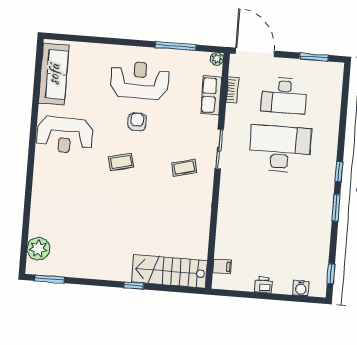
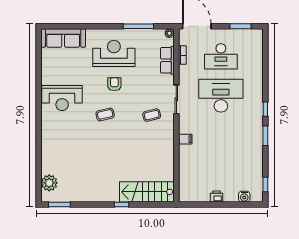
sofa: (54, 74) -> (63, 38), moved, turned 90
filing cabinet: (222, 266) -> (185, 139), moved

